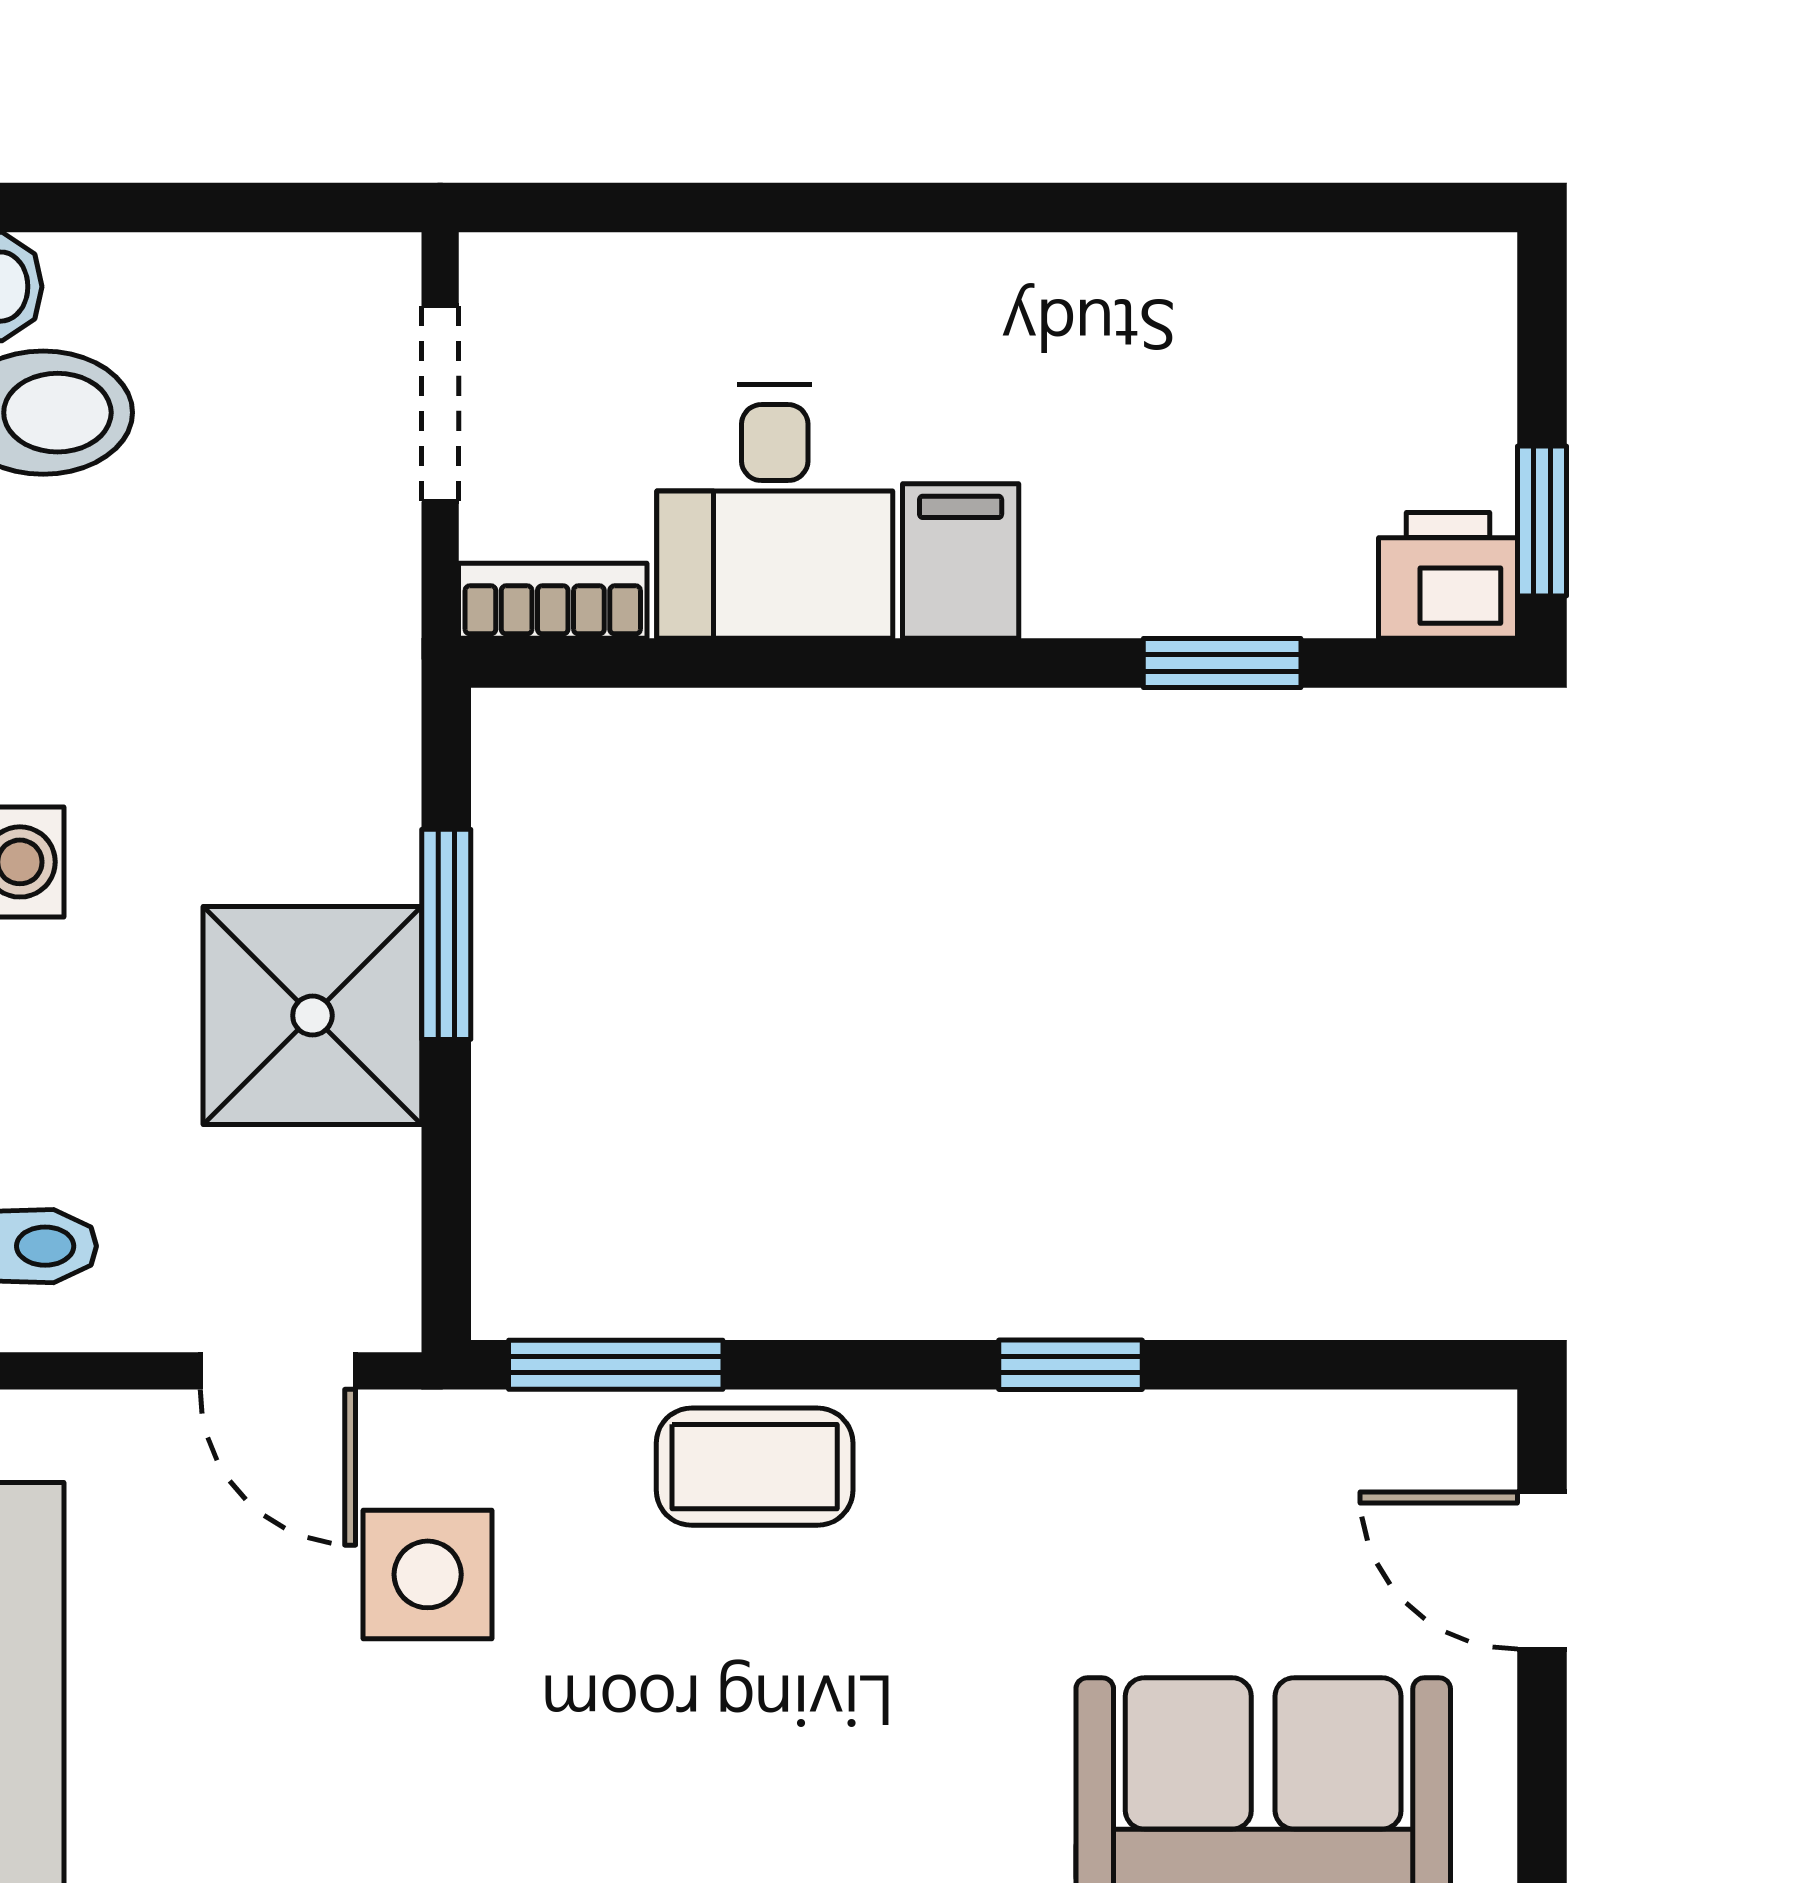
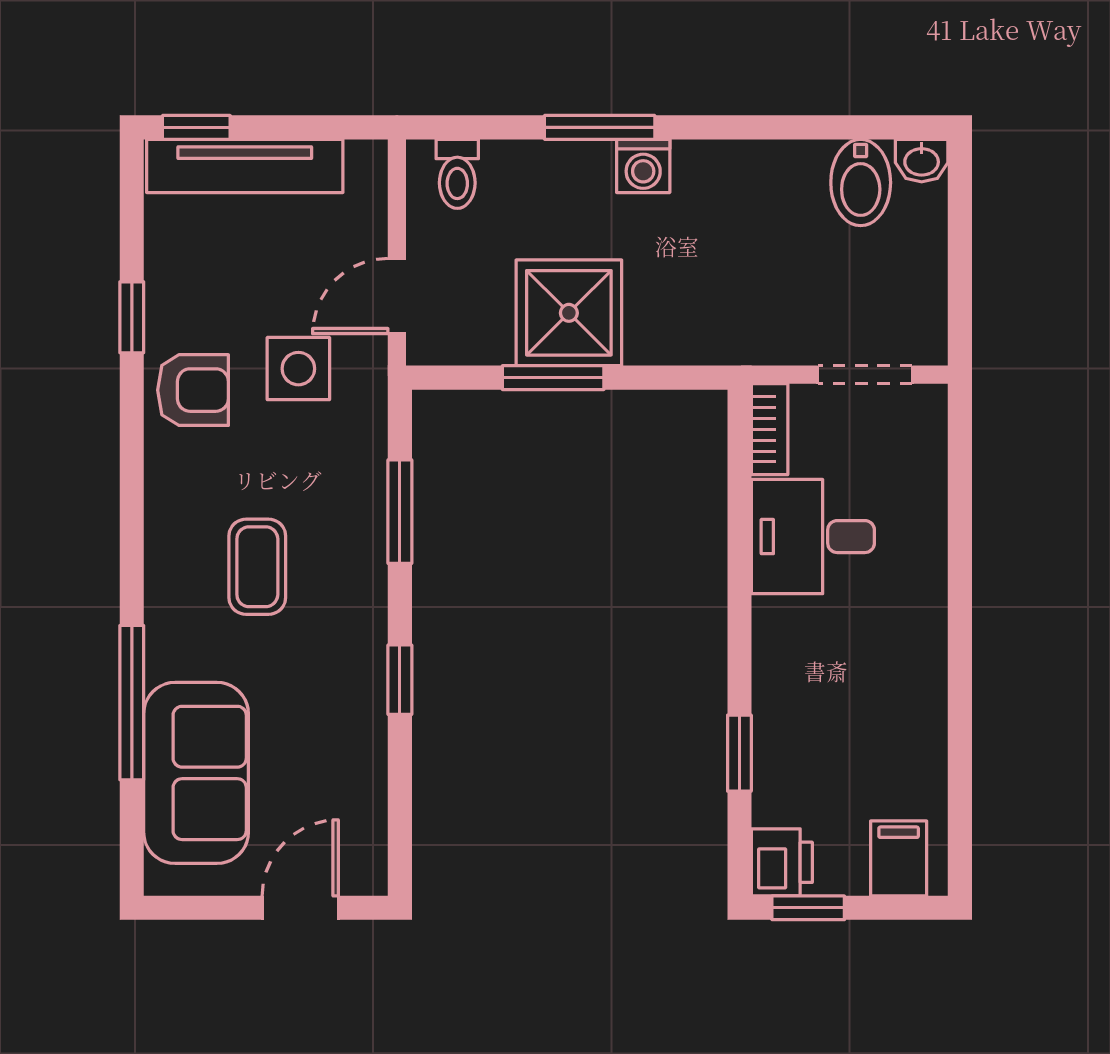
filing cabinet: (961, 561) -> (899, 858), moved, turned -90
window: (446, 934) -> (553, 378), moved
window: (616, 1365) -> (400, 512), moved
coffee table: (755, 1467) -> (257, 567), moved
armchair: (472, 1792) -> (193, 390), added

